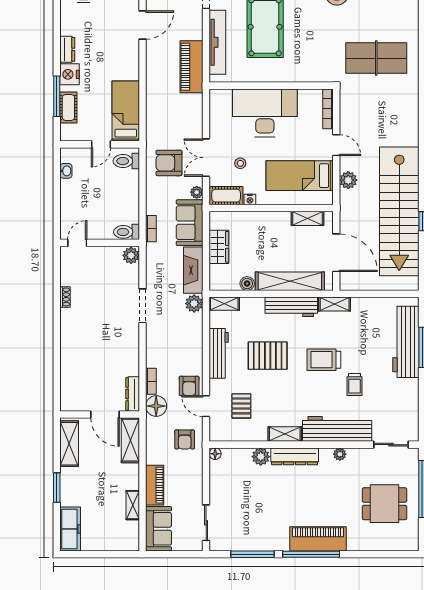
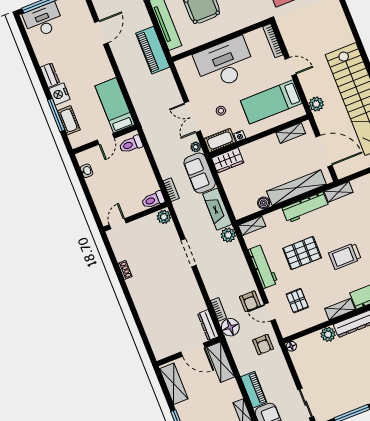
armchair: (169, 163) -> (165, 133), removed
plant: (348, 180) -> (316, 104), moved
wardrobe: (219, 247) -> (228, 160), moved, turned 90
trolley: (324, 360) -> (345, 256), moved

